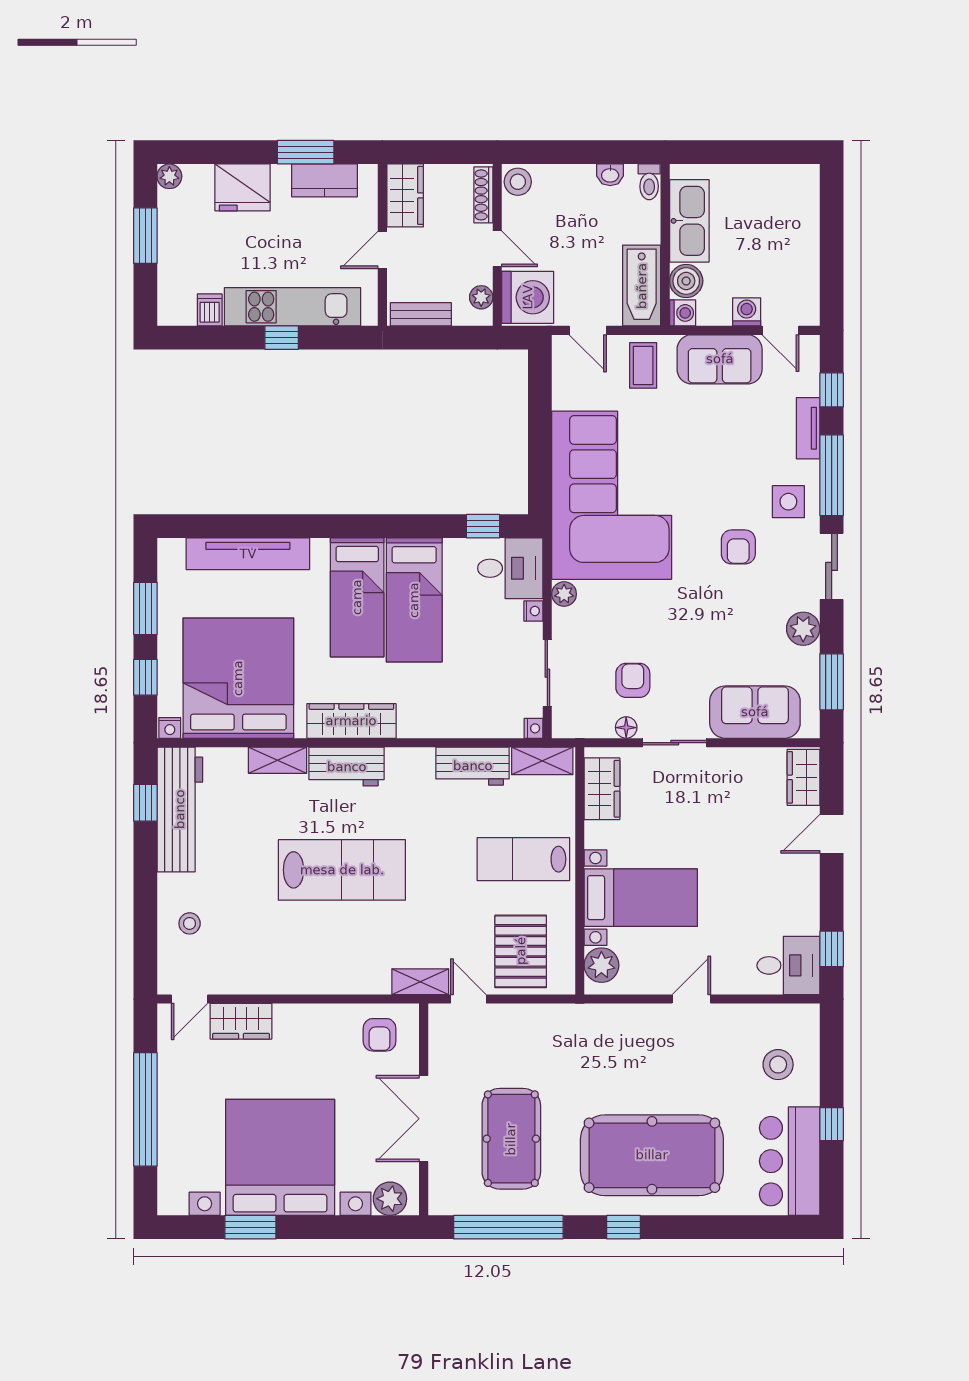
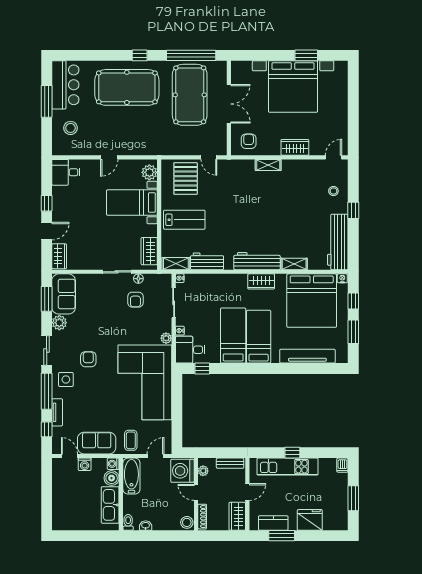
plant: (169, 176) -> (342, 525), removed
dishwasher: (210, 310) -> (342, 465), moved
door: (588, 330) -> (156, 456), hinge flipped
sofa: (755, 712) -> (64, 294), moved, turned -90
wardrobe: (351, 721) -> (261, 281), width x0.67
workbench: (347, 767) -> (257, 261), width x1.38
window: (145, 803) -> (353, 210), moved
lab bench: (342, 870) -> (265, 215), removed
window: (832, 949) -> (47, 203), moved
shelving: (420, 982) -> (268, 165), moved
wardrobe: (241, 1021) -> (295, 147), moved
window: (145, 1109) -> (353, 108), removed
window: (832, 1124) -> (47, 101), width x2.17
pool table: (511, 1139) -> (190, 95), width x1.36, depth x1.32
plant: (390, 1199) -> (244, 68), removed

